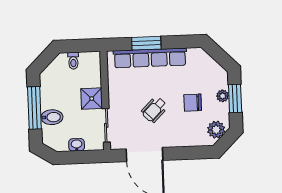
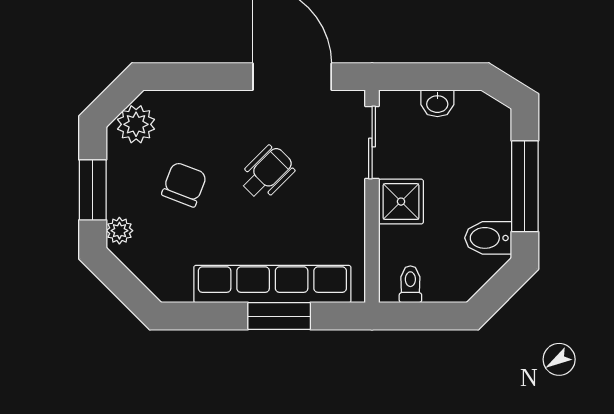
toilet: (73, 61) -> (410, 284), moved
plant: (223, 96) -> (119, 231), moved
chair: (193, 103) -> (184, 184), turned -69
bidet: (52, 117) -> (488, 238), moved

